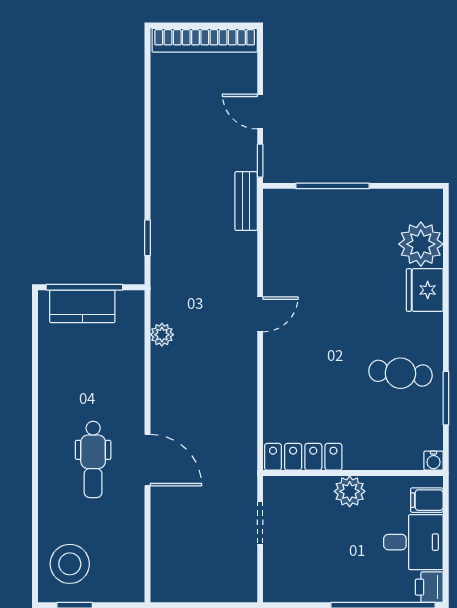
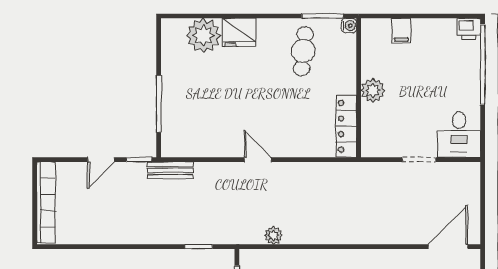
locker: (303, 457) -> (346, 126), moved
door: (148, 460) -> (448, 247), moved
water cooler: (434, 461) -> (349, 26), moved
wall: (353, 473) -> (359, 88), moved
plant: (350, 491) -> (373, 90), moved
desk: (413, 542) -> (459, 134), moved, turned 180

